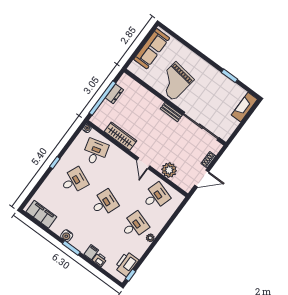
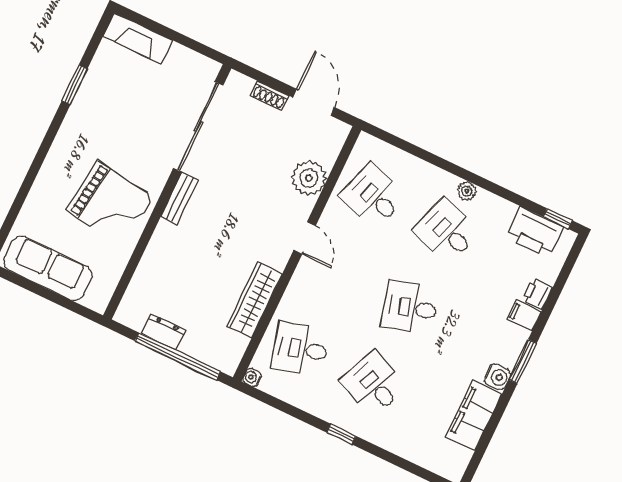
door: (143, 163) -> (305, 238), hinge flipped
desk: (104, 203) -> (410, 308), turned -36
filing cabinet: (41, 214) -> (474, 415), moved

